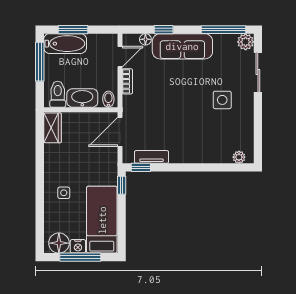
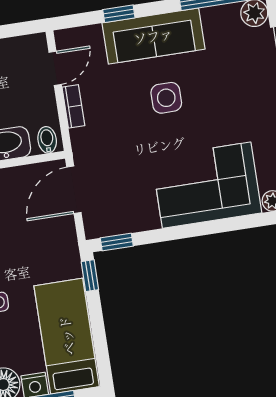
floor lamp: (145, 39) -> (92, 34), removed
side table: (222, 100) -> (166, 98), moved
corner sofa: (201, 141) -> (207, 185), added
tv unit: (152, 157) -> (131, 222), removed

